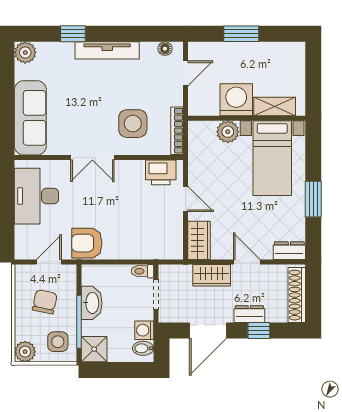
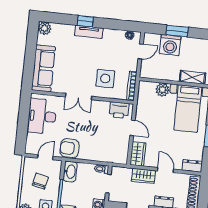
window: (73, 34) -> (85, 21), moved
tv unit: (107, 50) -> (89, 32), width x0.71
washing machine: (236, 100) -> (170, 45), moved, turned 180
washbasin: (92, 303) -> (70, 172), moved

